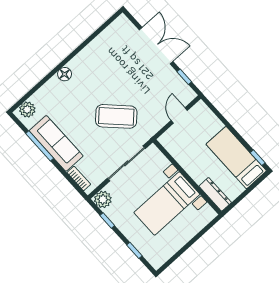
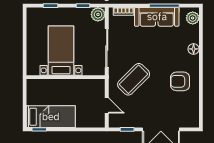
armchair: (96, 68) -> (180, 81), added
floor lamp: (65, 74) -> (194, 49), moved
coffee table: (116, 116) -> (134, 79), moved
dresser: (215, 194) -> (40, 84), removed

